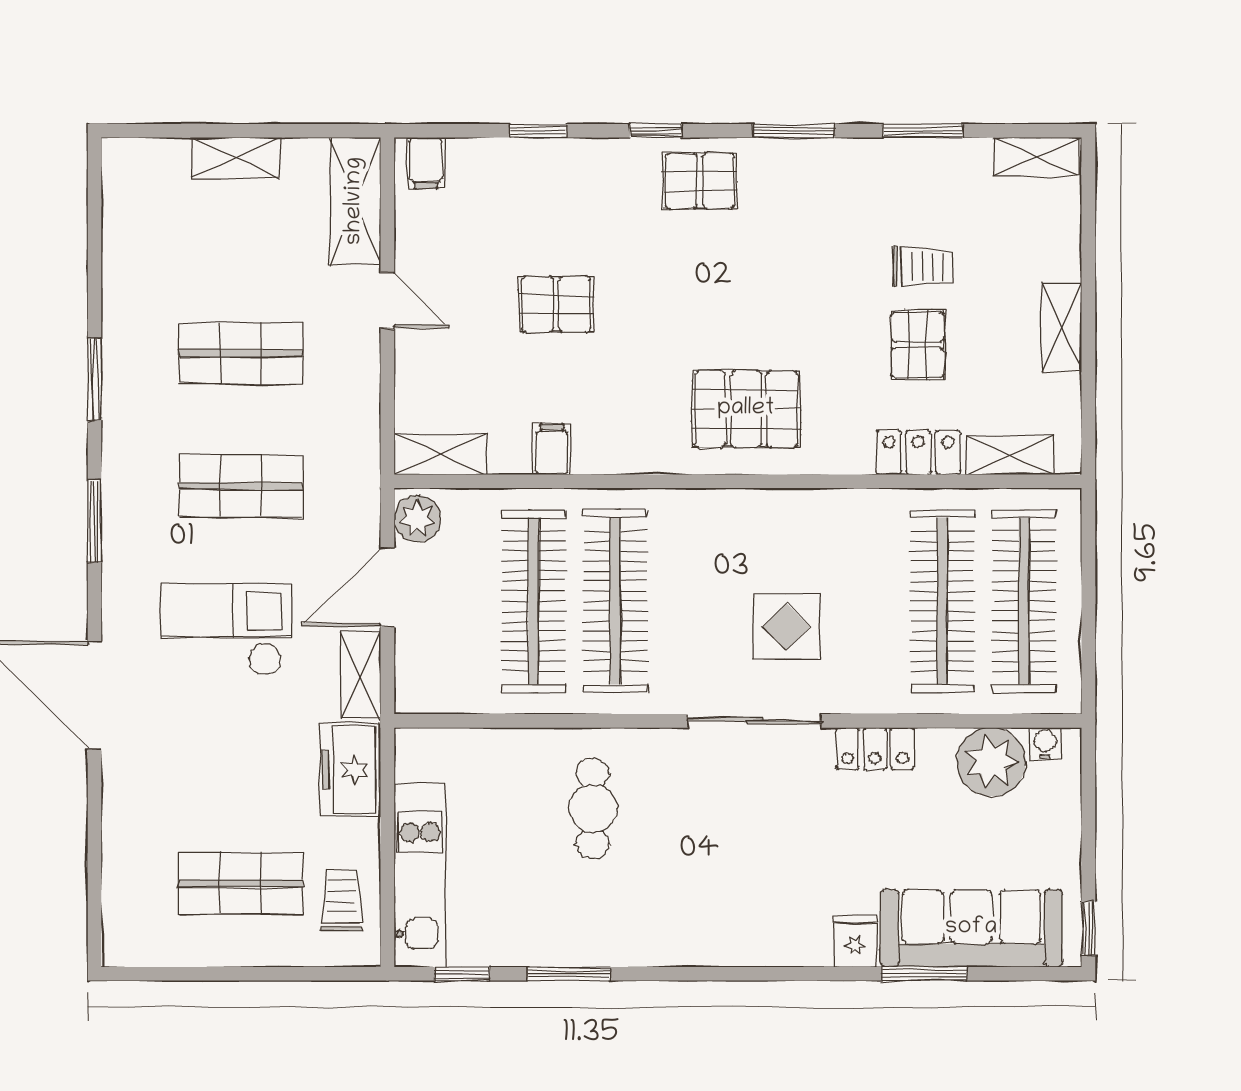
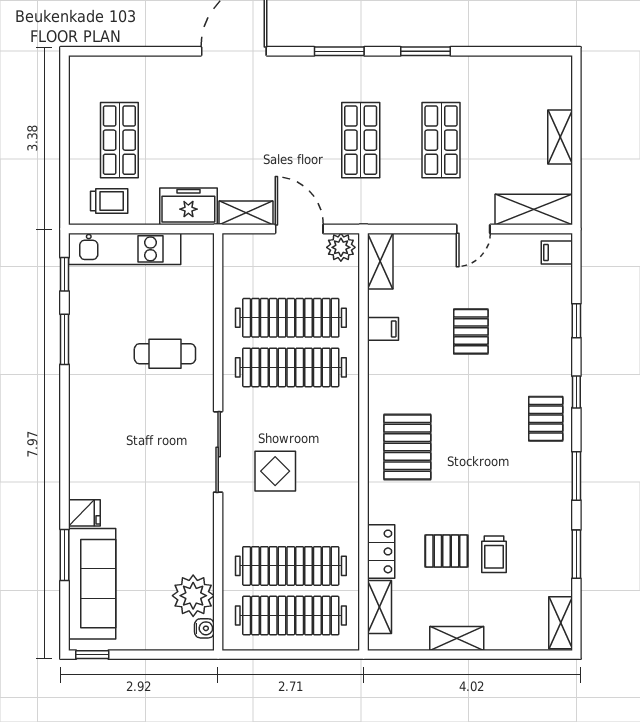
checkout: (226, 630) -> (273, 131), removed
locker: (875, 748) -> (201, 525), removed

